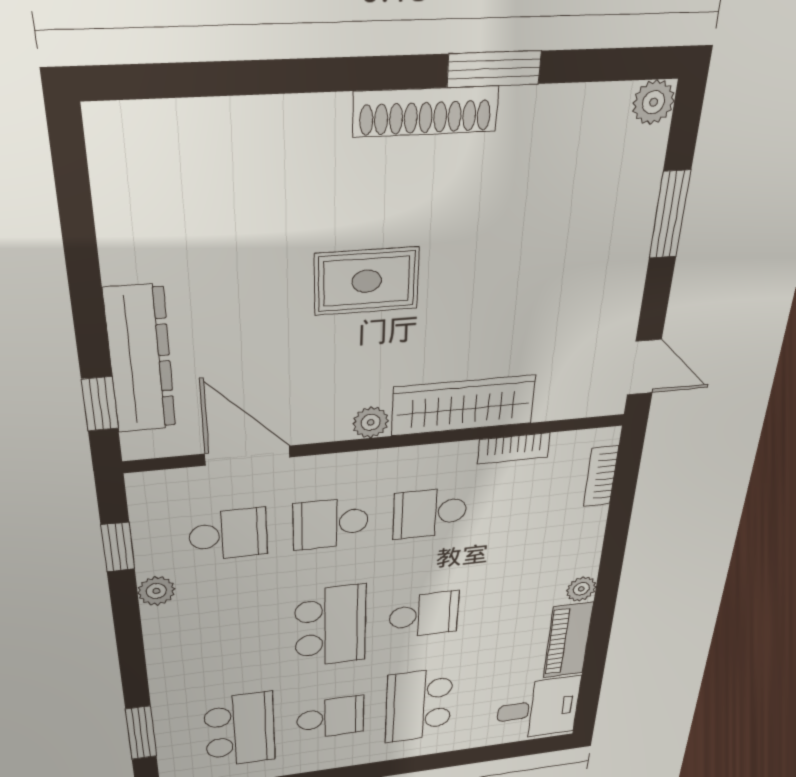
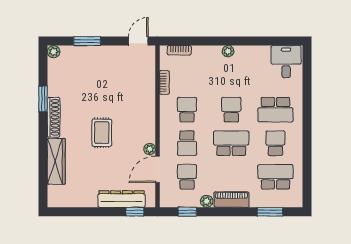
wardrobe: (463, 405) -> (56, 161), moved, turned 180
plant: (371, 422) -> (150, 149), moved
school desk: (430, 513) -> (187, 110), turned 180
piano: (568, 640) -> (231, 200), moved, turned 180

